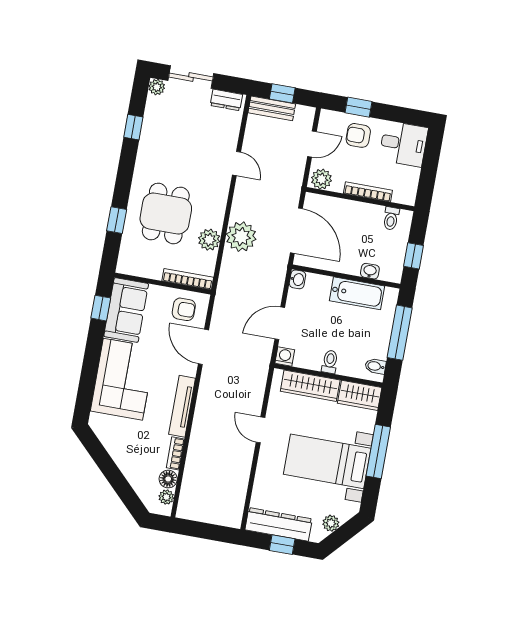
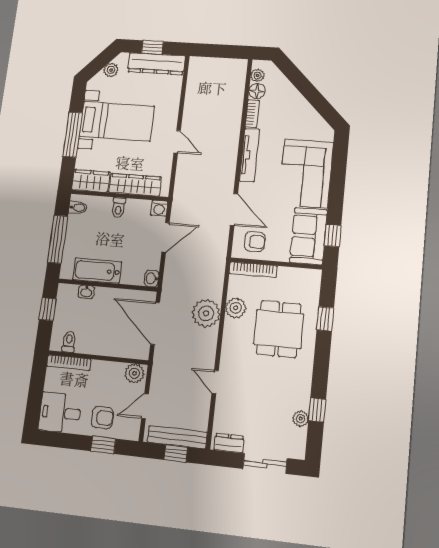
plant: (157, 87) -> (301, 419), moved
bench: (272, 108) -> (177, 437), width x1.36
bookcase: (368, 192) -> (69, 363), moved
armchair: (184, 309) -> (255, 242), turned 180

